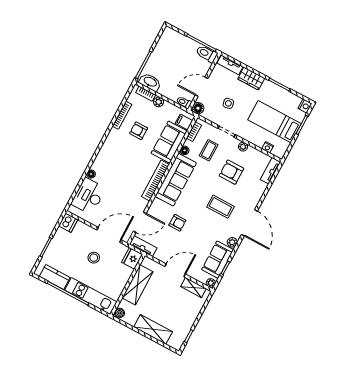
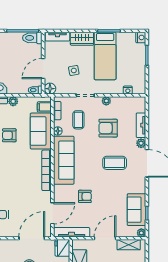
bed: (275, 122) -> (105, 56), moved, turned -90
tv unit: (271, 171) -> (141, 125), moved
plant: (232, 242) -> (141, 143), moved
tv unit: (143, 246) -> (72, 232), width x1.41

